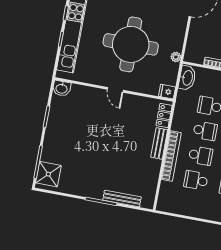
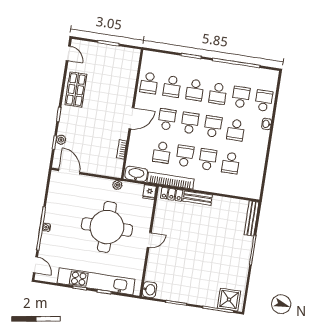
bookcase: (171, 156) -> (171, 181), moved
bench: (122, 199) -> (252, 218), moved

